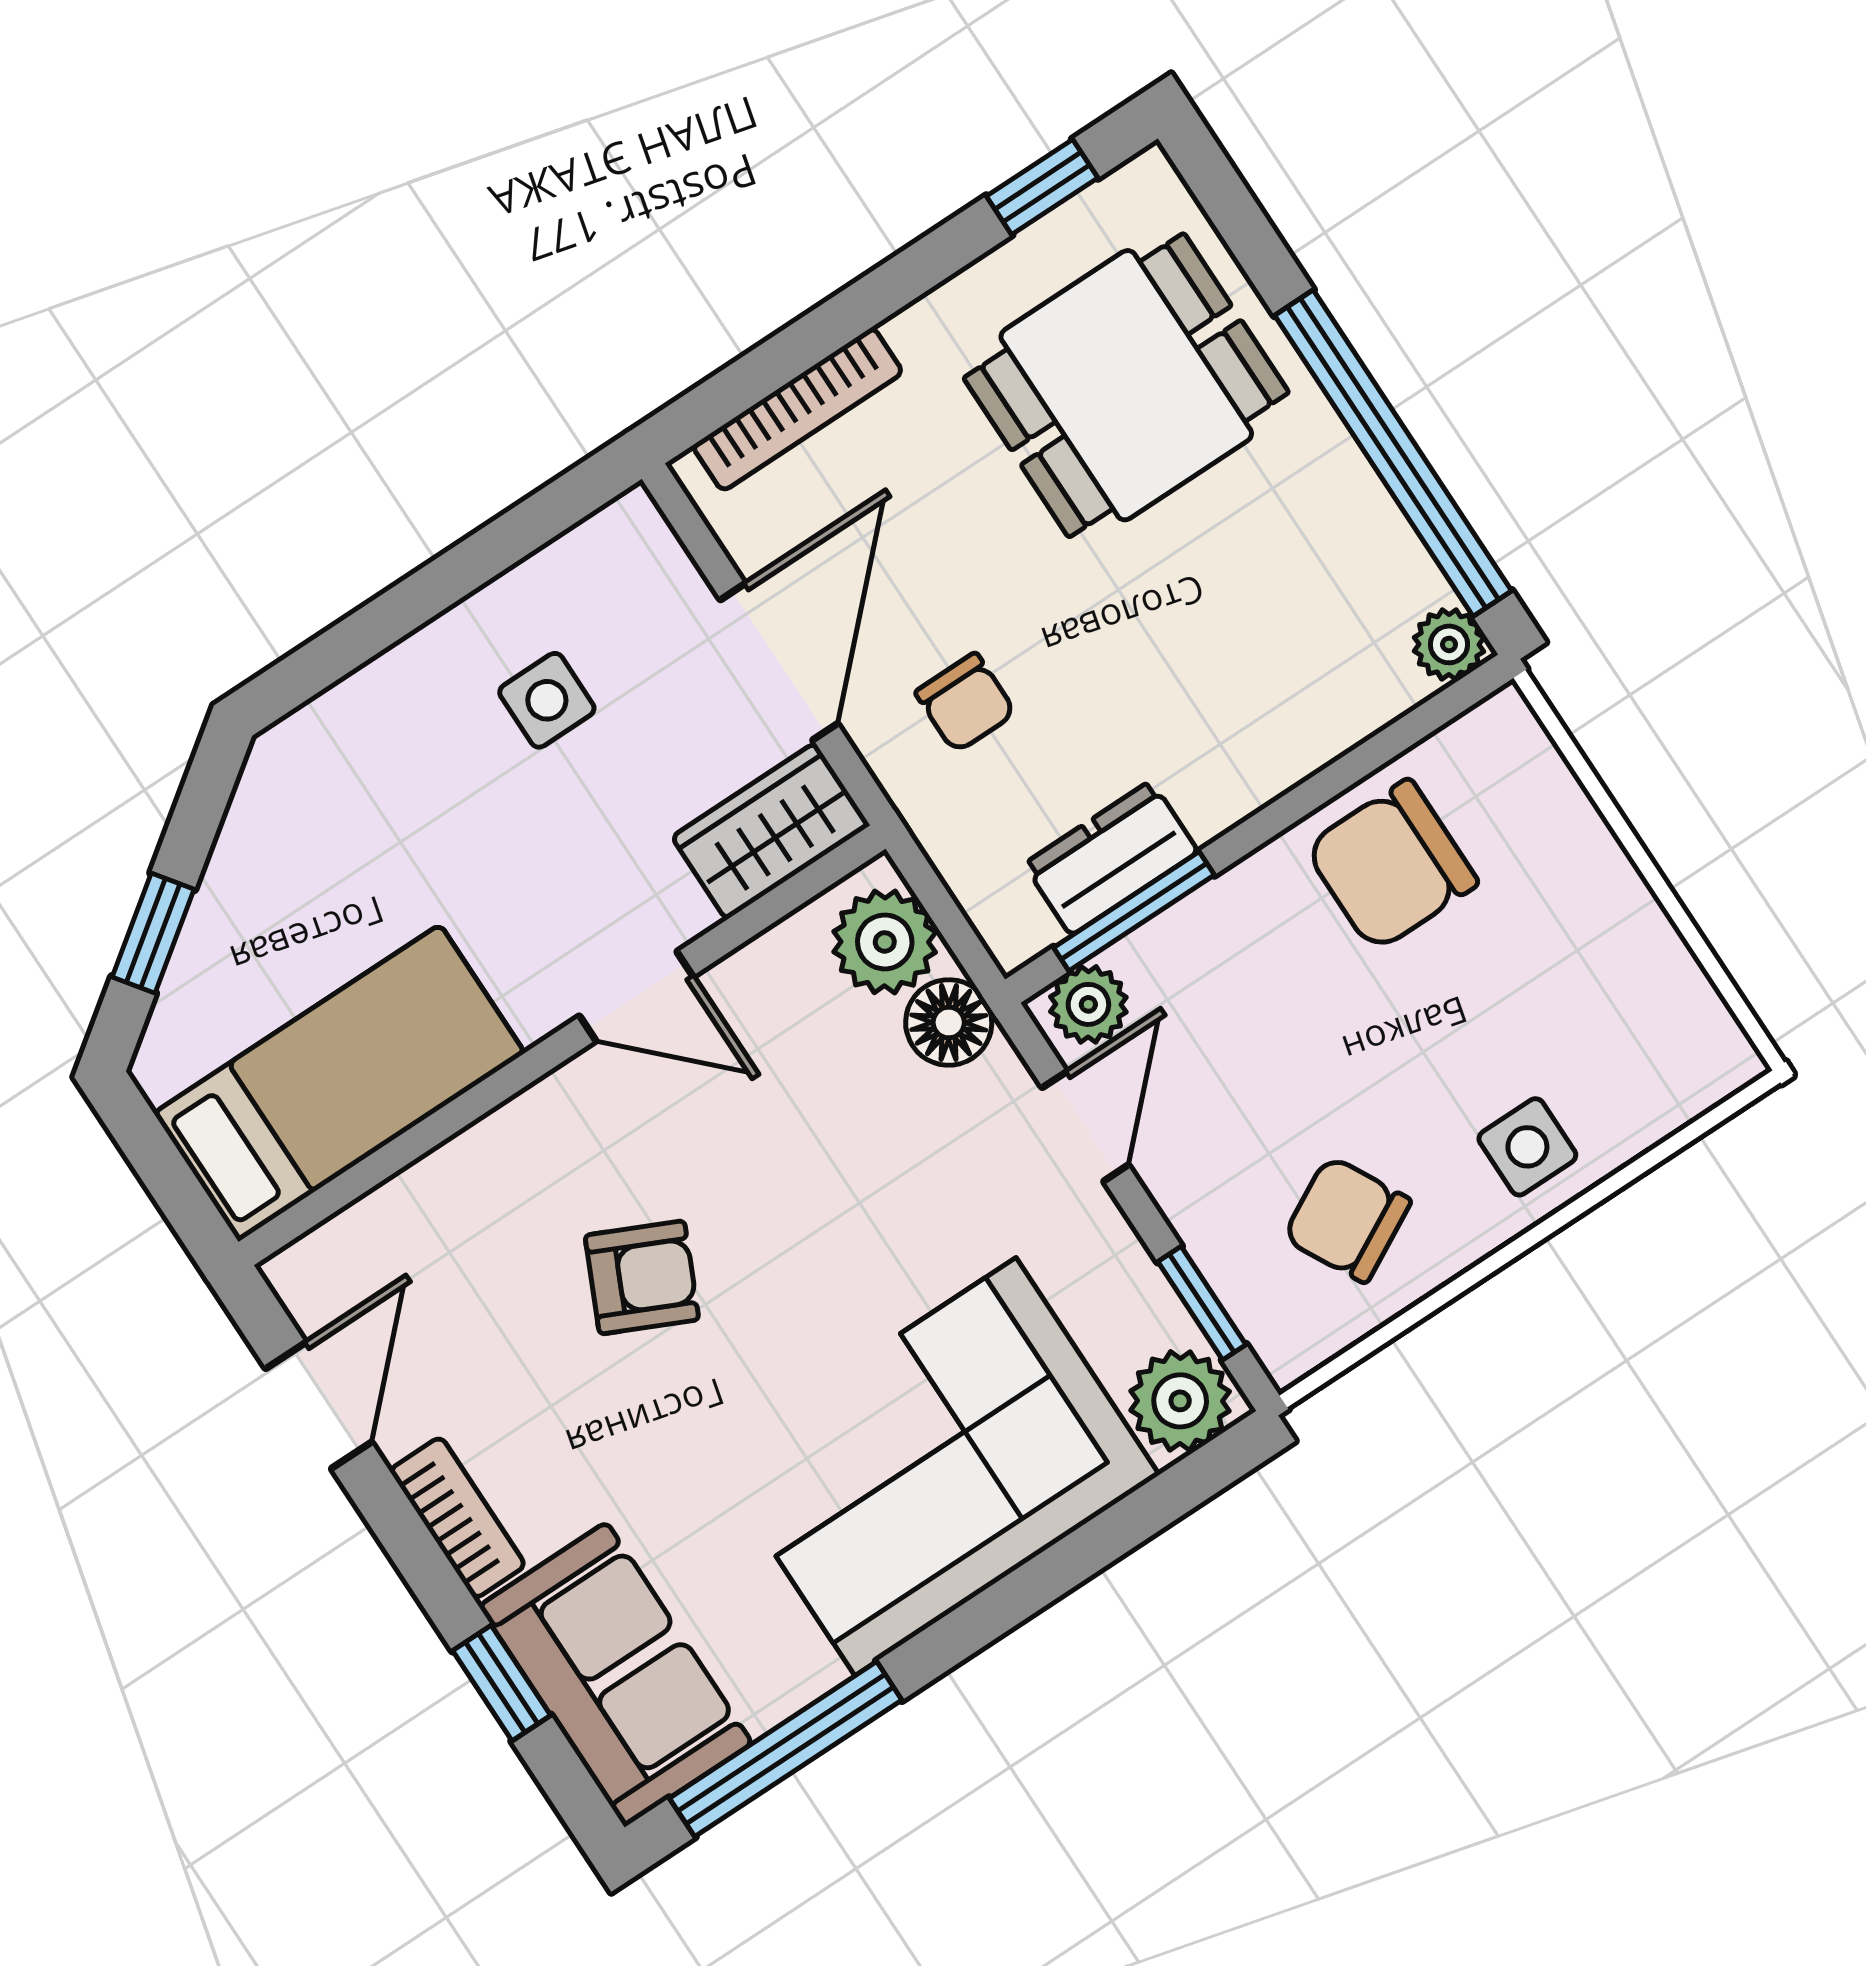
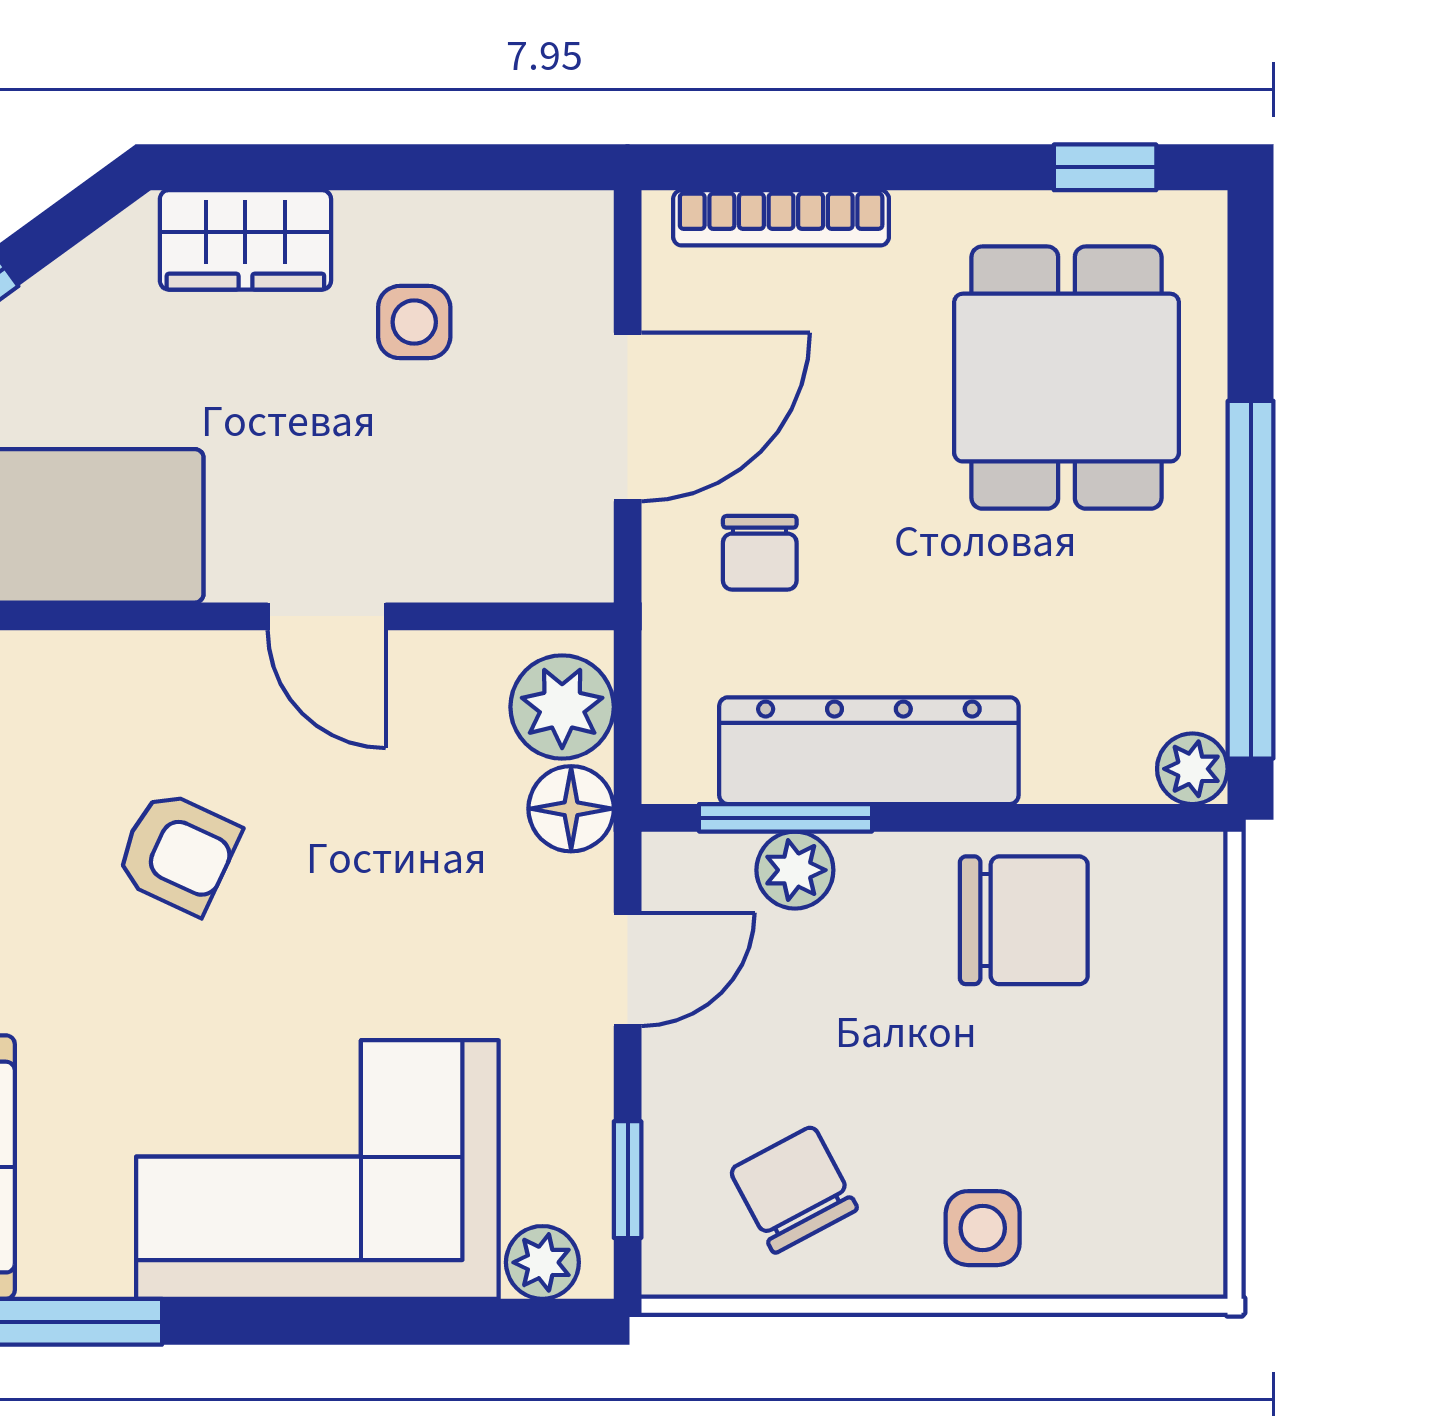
dining table: (1126, 385) -> (1066, 378), turned 90
wardrobe: (771, 831) -> (245, 240), moved, turned 180
dresser: (1111, 858) -> (869, 751), width x1.96, depth x1.24
chair: (1391, 865) -> (1024, 920), turned 180
plant: (1088, 1004) -> (795, 870), moved
plant: (1180, 1401) -> (542, 1262), width x0.73, depth x0.73

